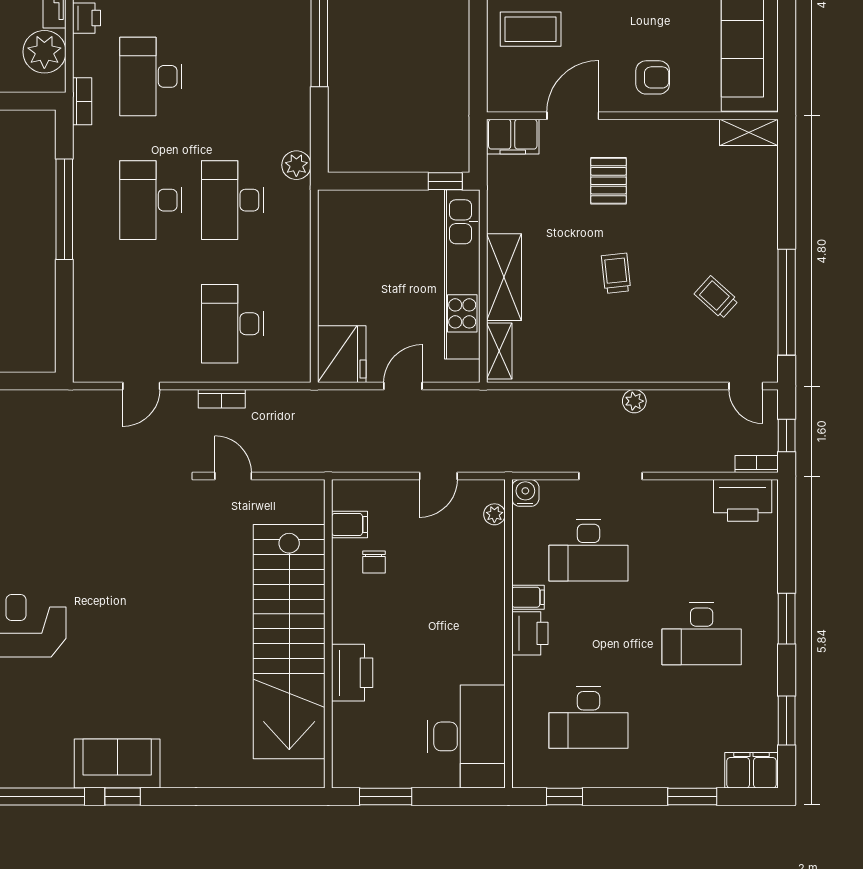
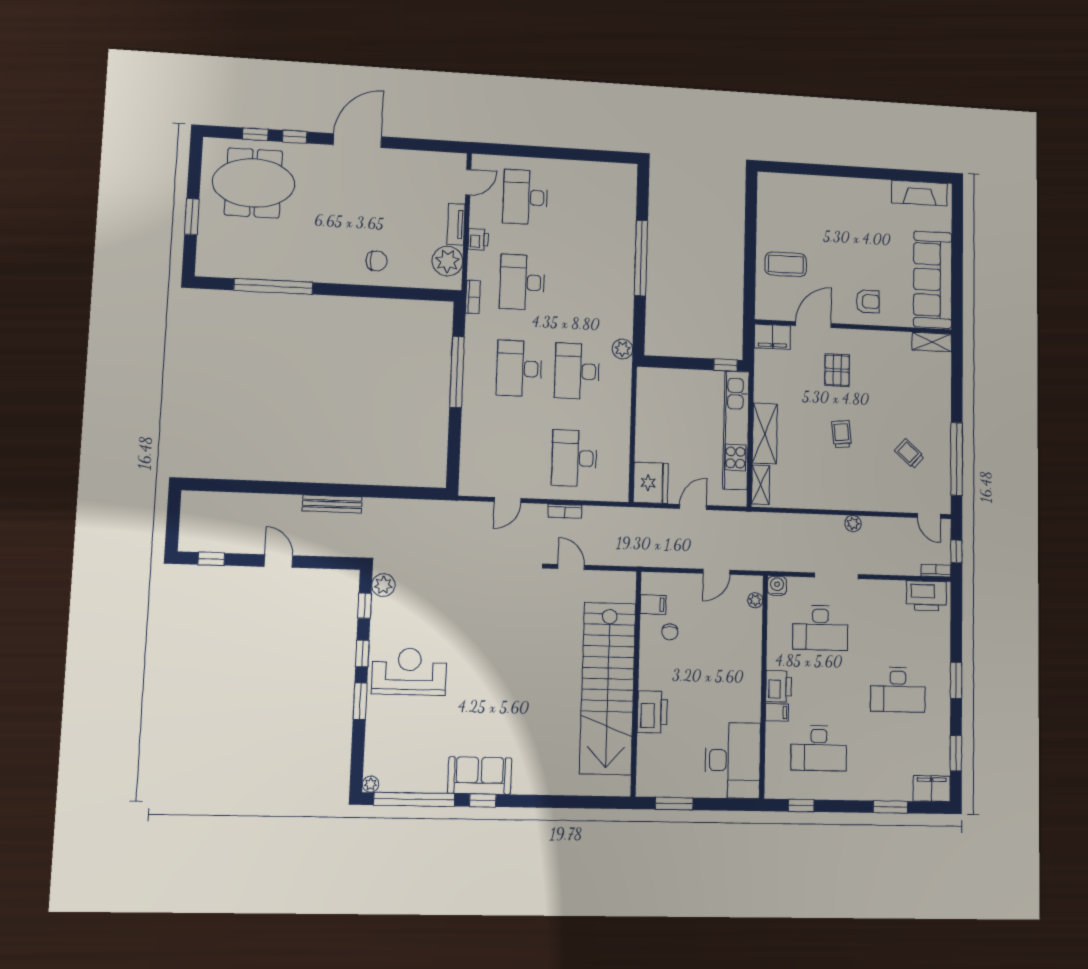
filing cabinet: (528, 597) -> (777, 712), moved

